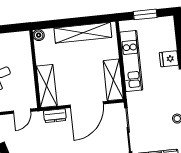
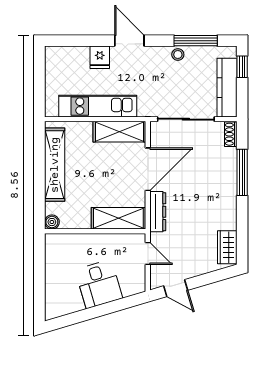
window: (145, 14) -> (39, 82), removed
door: (87, 105) -> (148, 169), hinge flipped
dresser: (55, 116) -> (158, 212), width x1.44

